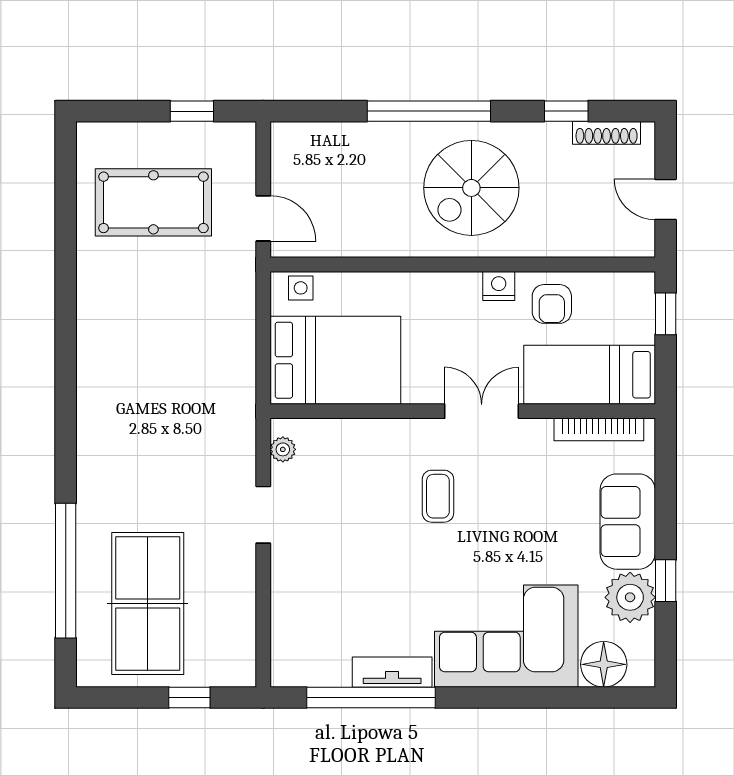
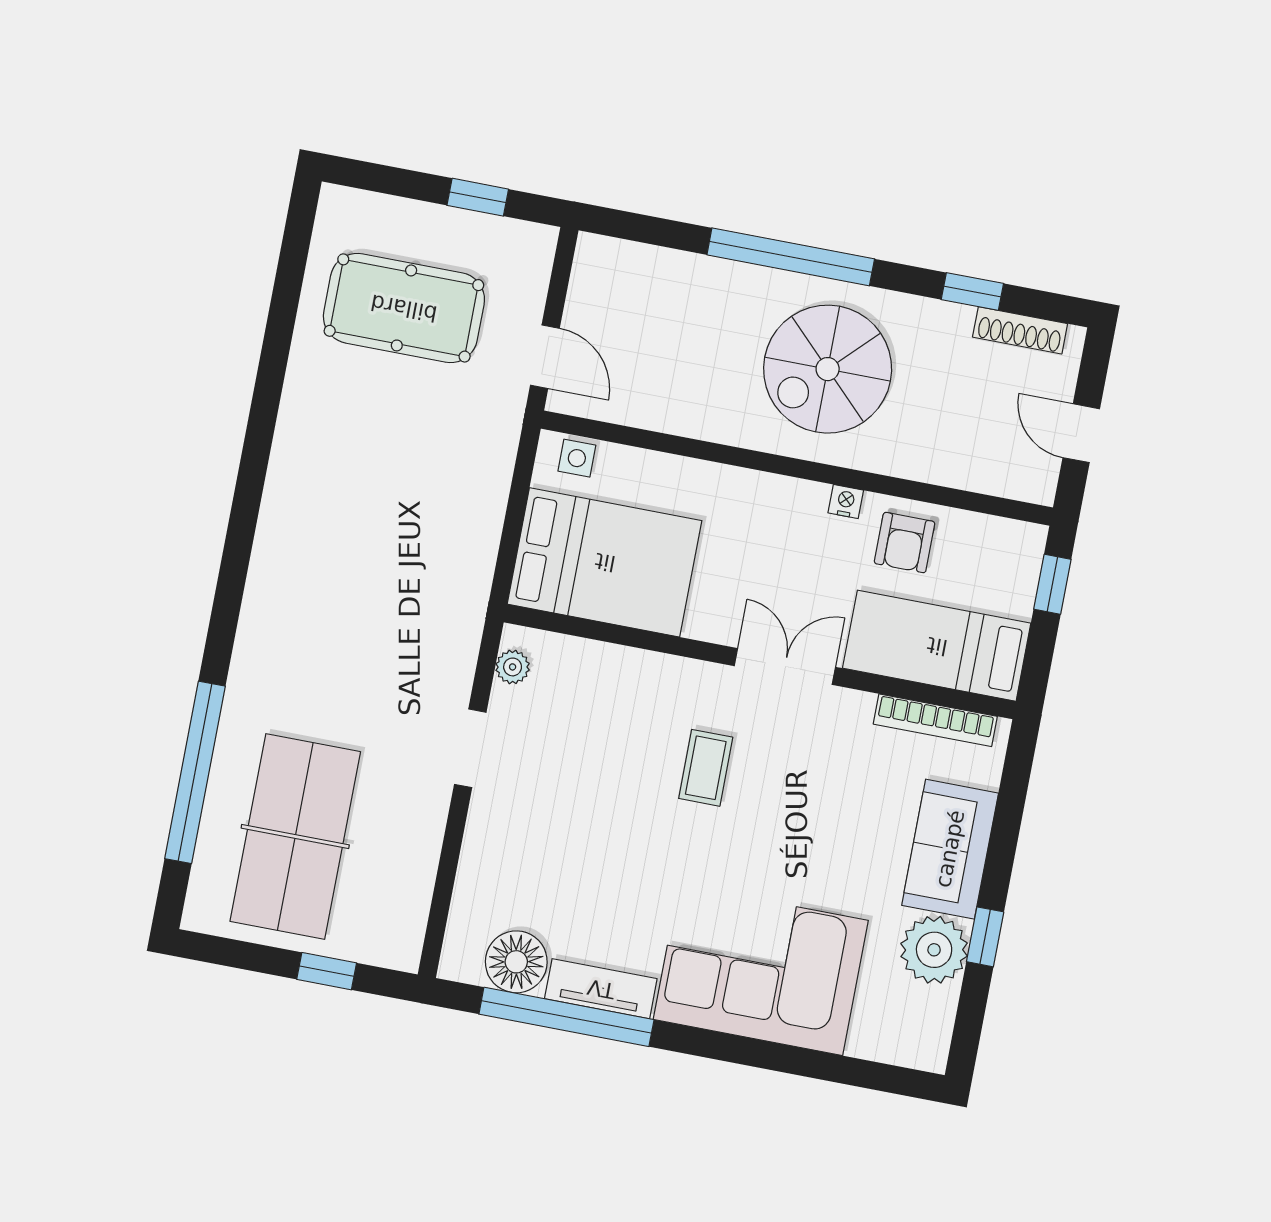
nightstand: (499, 286) -> (846, 502), width x0.72, depth x0.74
floor lamp: (604, 664) -> (516, 962), moved

